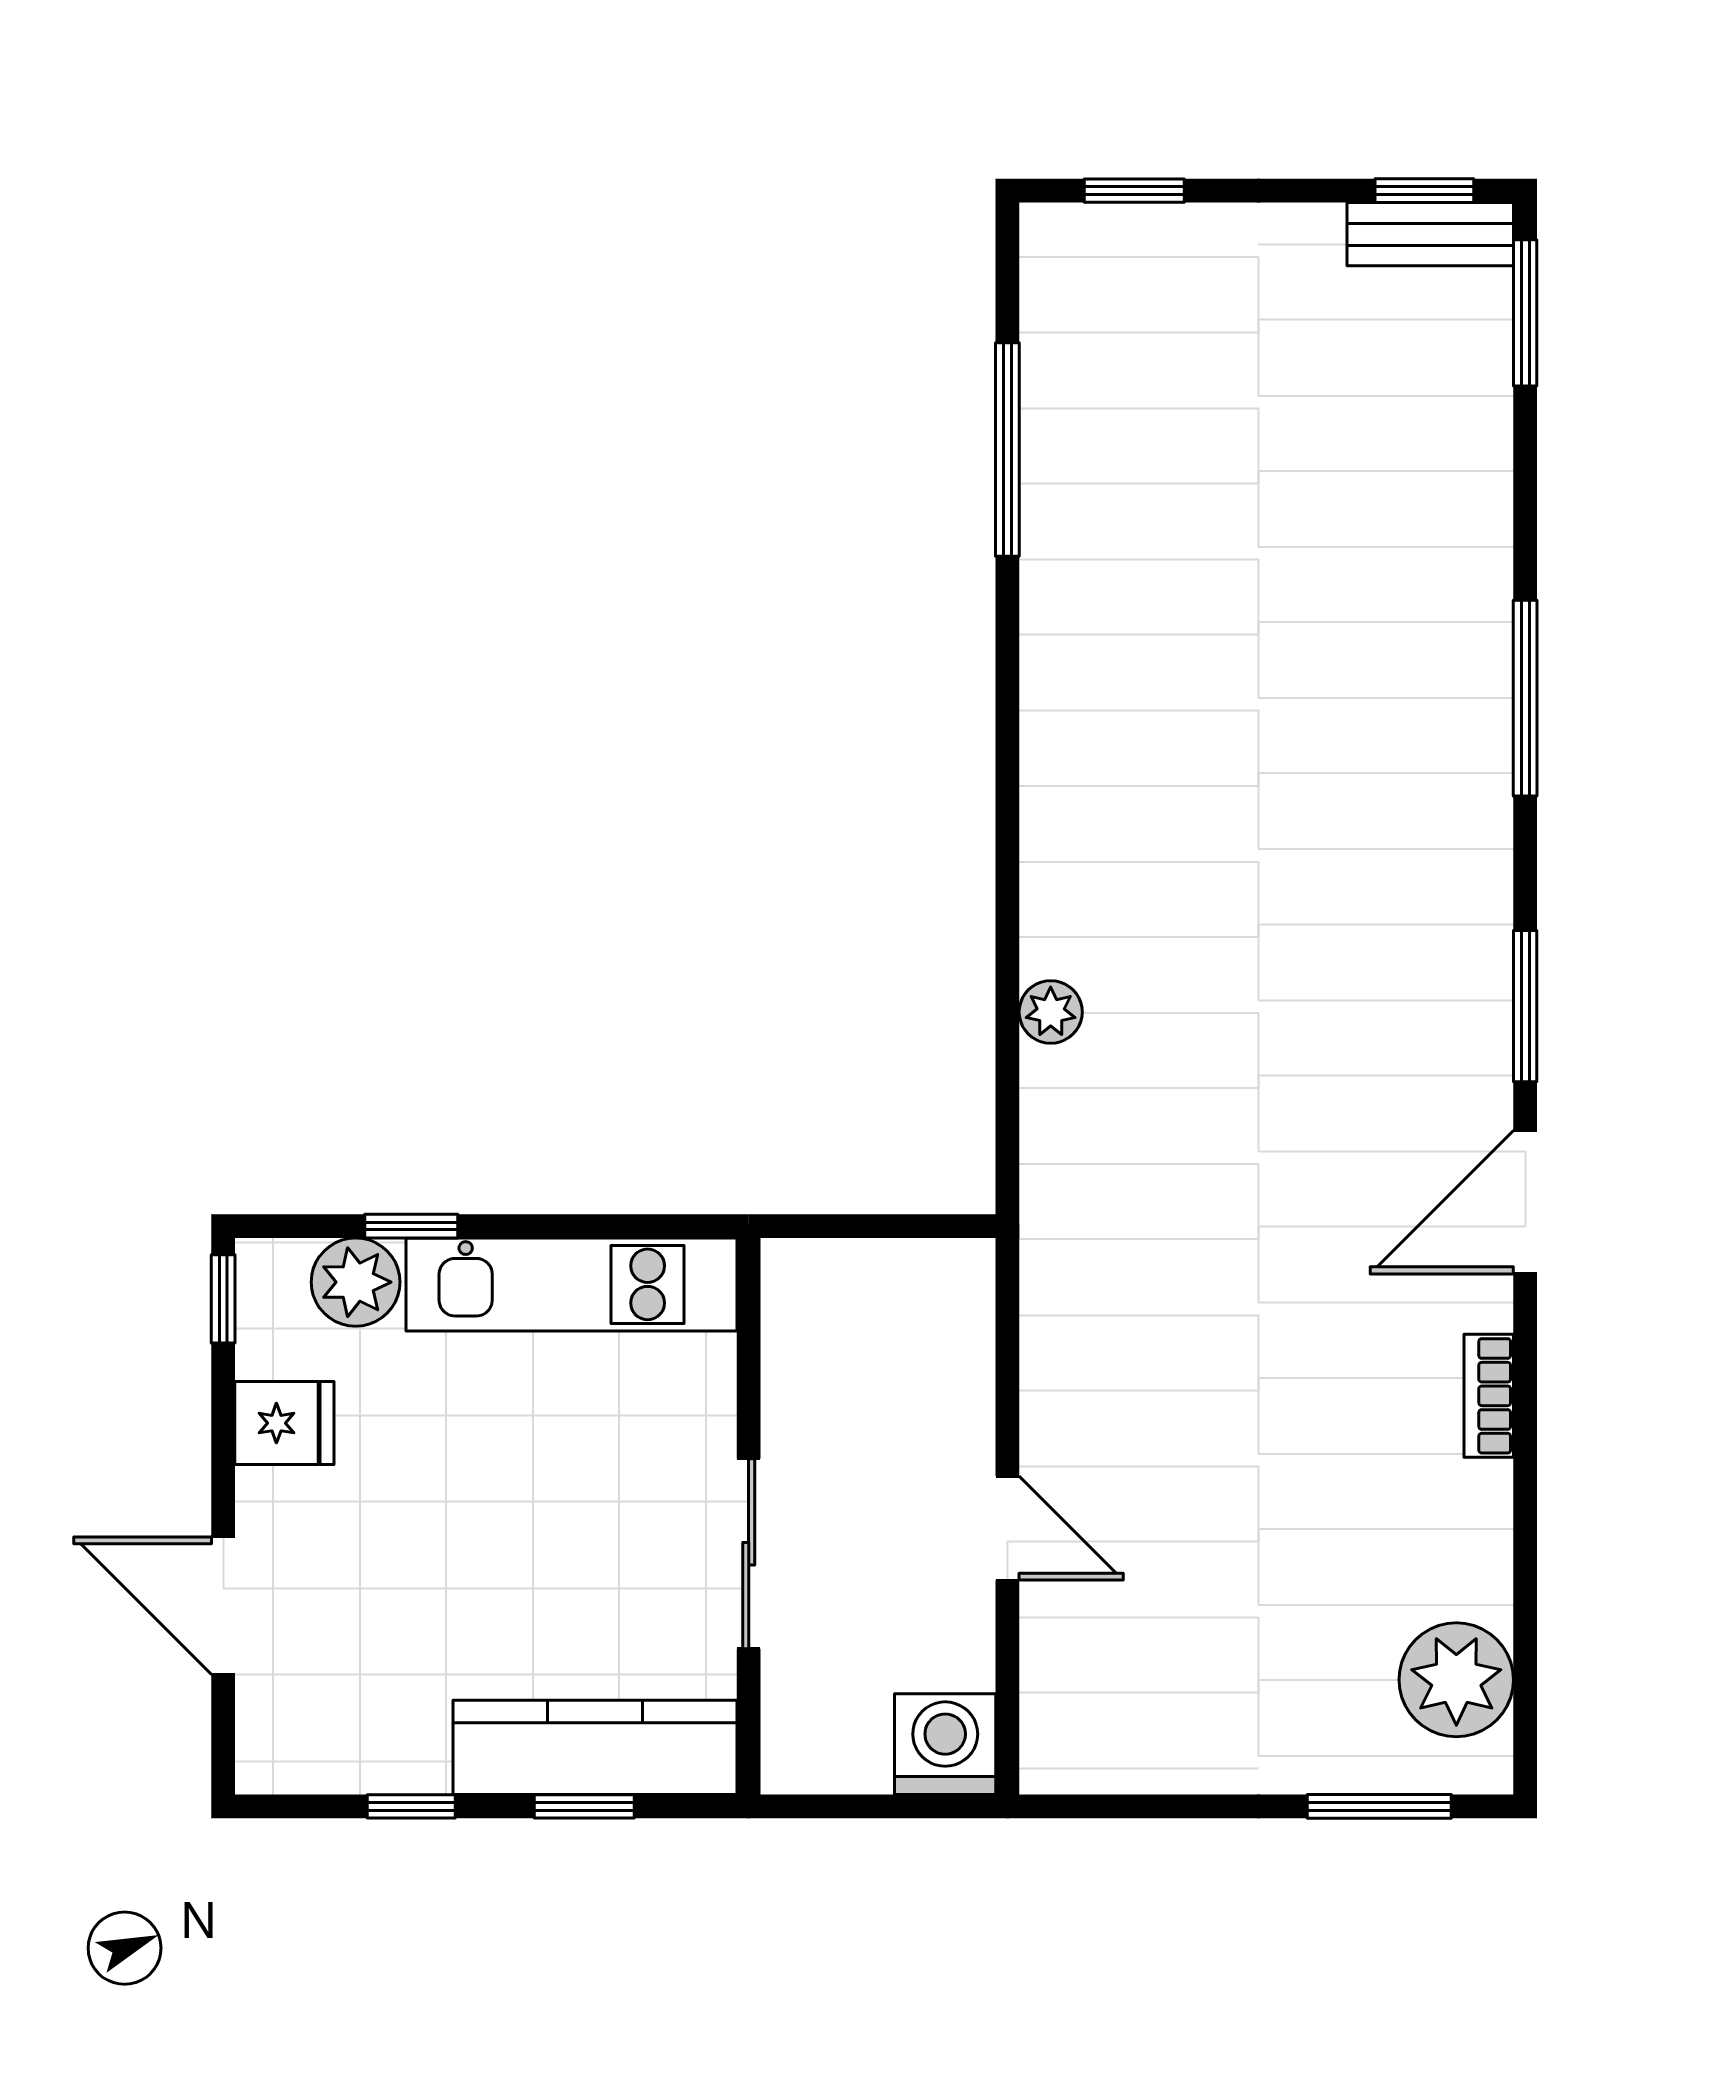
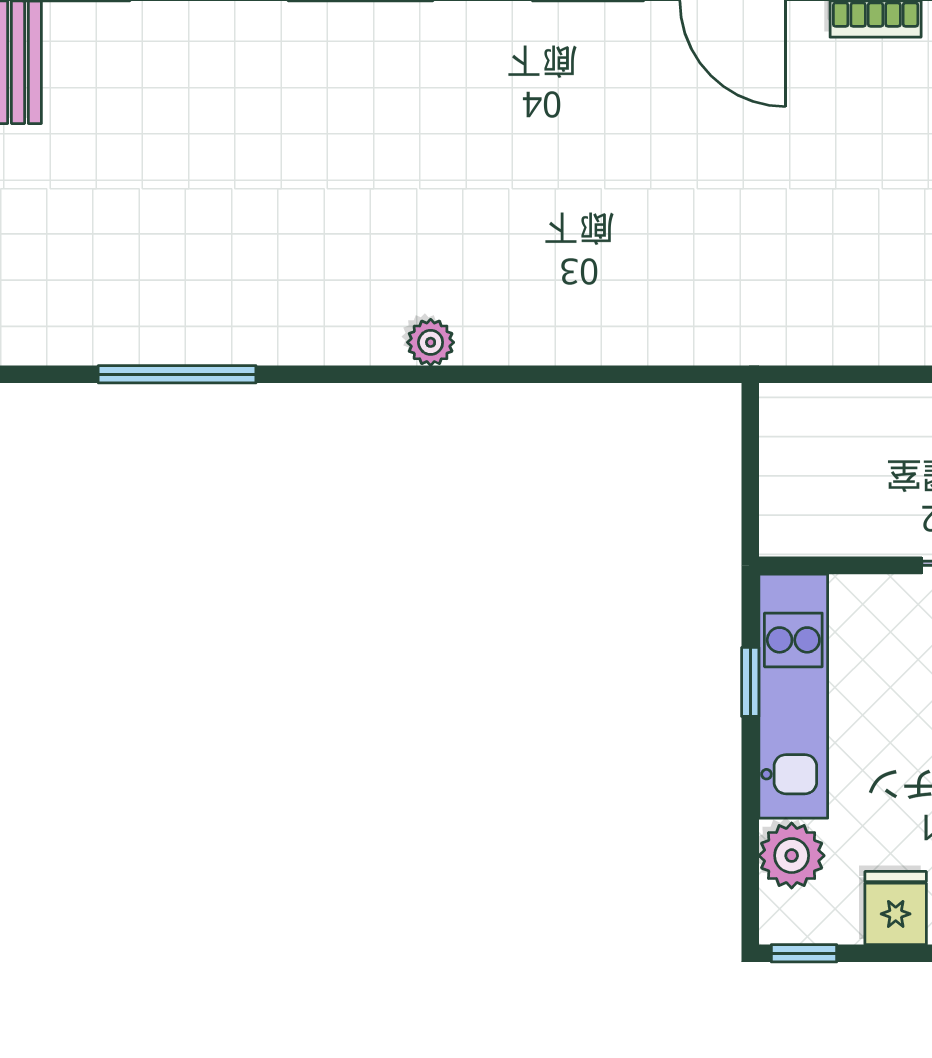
plant: (1051, 1012) -> (431, 342), moved
window: (411, 1226) -> (750, 682), moved

